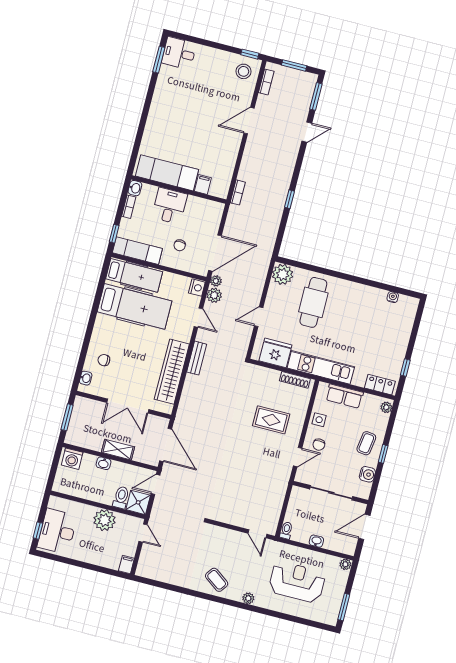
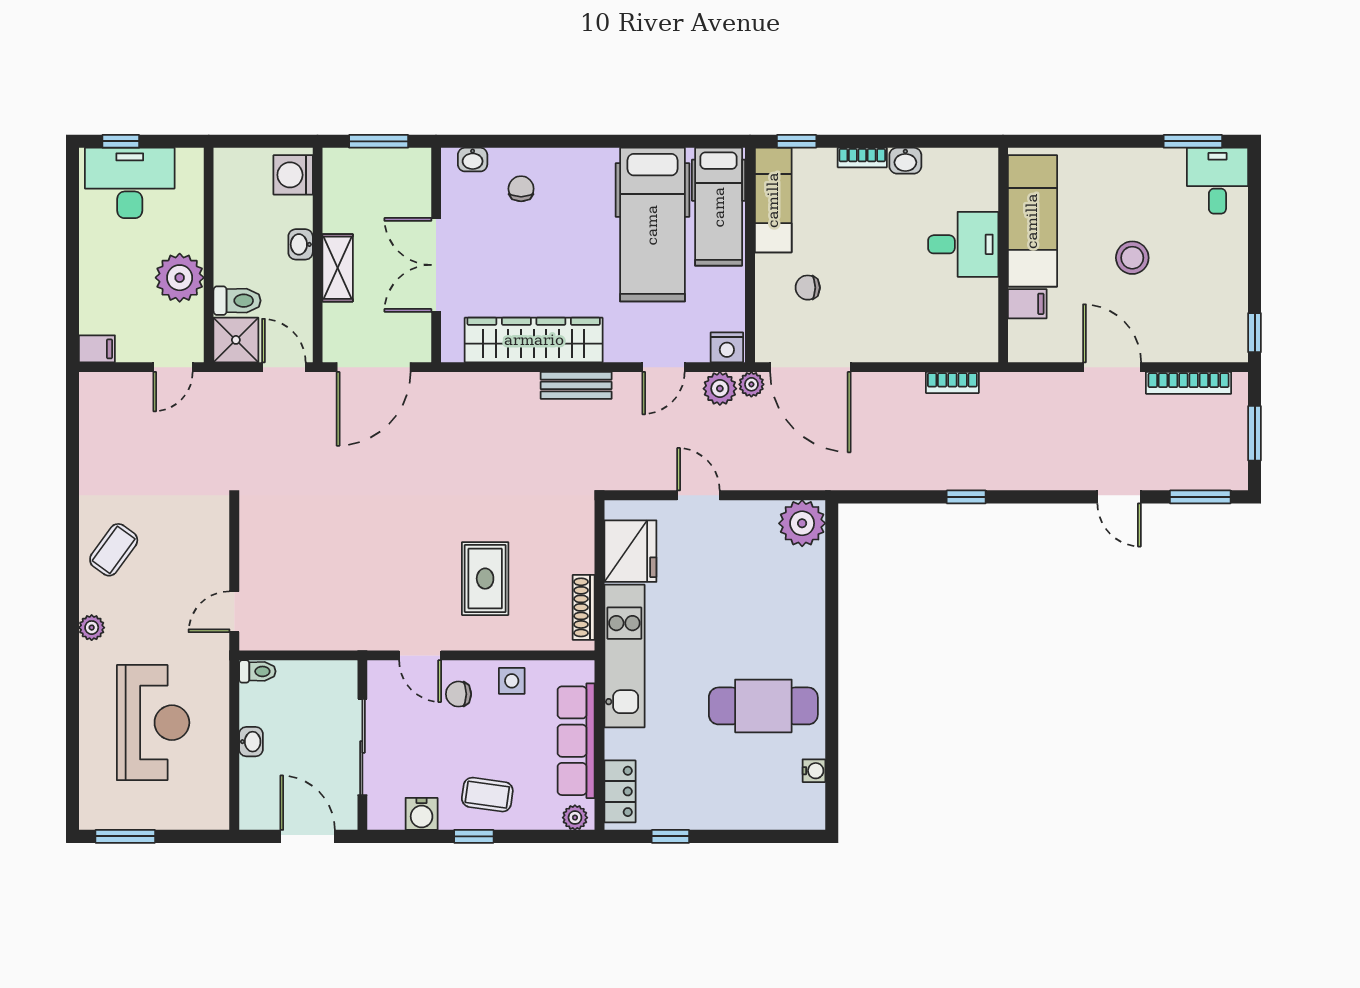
stool: (244, 71) -> (1132, 258), moved
bookcase: (266, 82) -> (1189, 383), width x1.56
exam couch: (167, 173) -> (1032, 221), moved
filing cabinet: (203, 184) -> (1027, 304), moved
wall: (179, 190) -> (1003, 255), moved
desk: (170, 206) -> (963, 244), moved
cafe table: (313, 302) -> (763, 706), moved
row of seats: (344, 396) -> (576, 741), width x1.48
plant: (345, 564) -> (217, 816), removed

